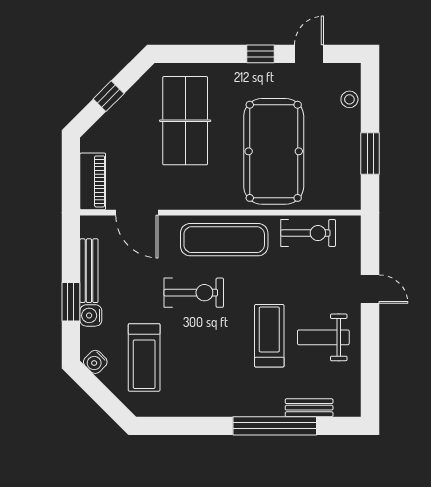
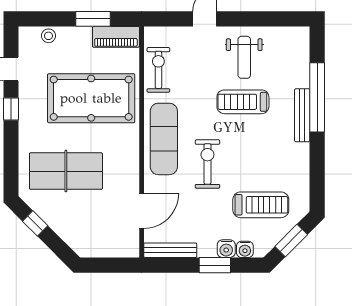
window: (109, 96) -> (35, 223), moved
piano: (93, 181) -> (116, 37), moved, turned 180
bench: (89, 271) -> (170, 250), moved
water cooler: (95, 362) -> (245, 249), moved, turned 45
window: (101, 394) -> (291, 241), added
bench: (309, 408) -> (302, 115), moved, width x1.36

